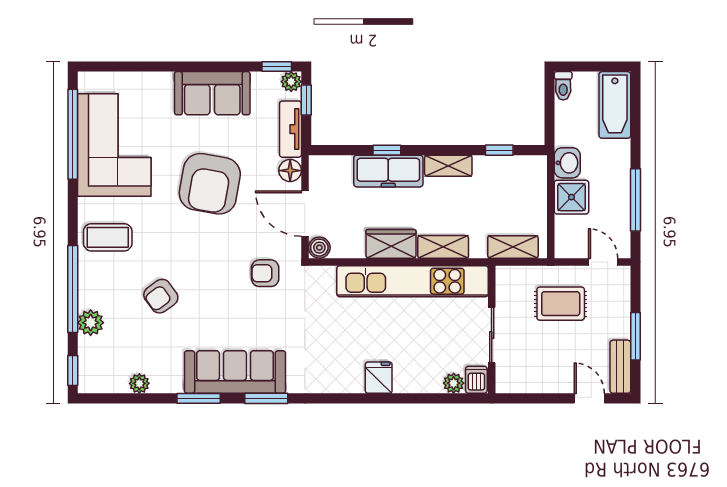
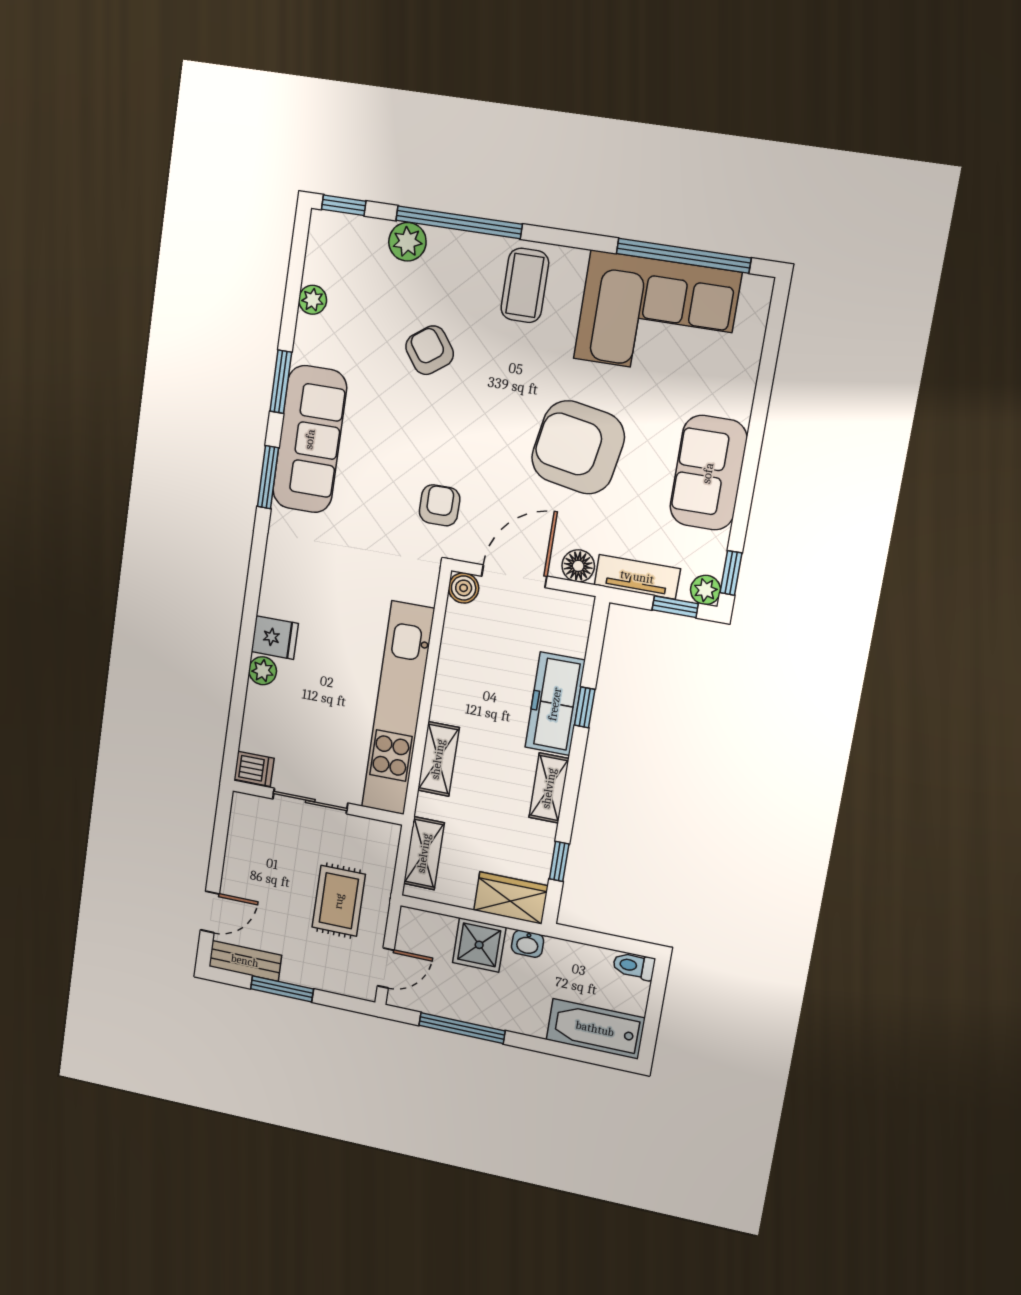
washbasin: (567, 163) -> (528, 944), width x0.72, depth x0.69
wardrobe: (391, 244) -> (511, 898), moved, turned -90
plant: (454, 383) -> (263, 671), moved

